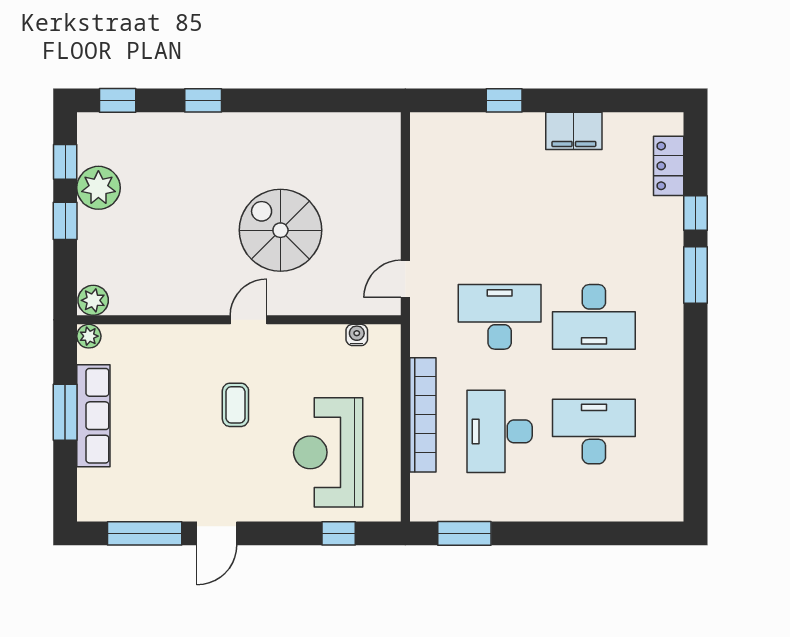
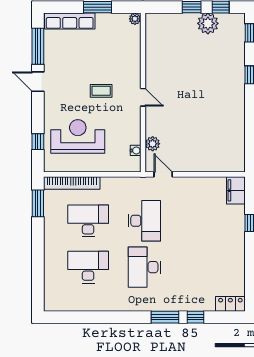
filing cabinet: (574, 131) -> (236, 190), moved
locker: (669, 166) -> (230, 304), moved
spiral stairs: (280, 230) -> (187, 113), removed
plant: (93, 300) -> (153, 144), moved
bookcase: (423, 415) -> (72, 183), moved
row of seats: (93, 416) -> (70, 21), moved
desk: (594, 431) -> (88, 267), turned -90

